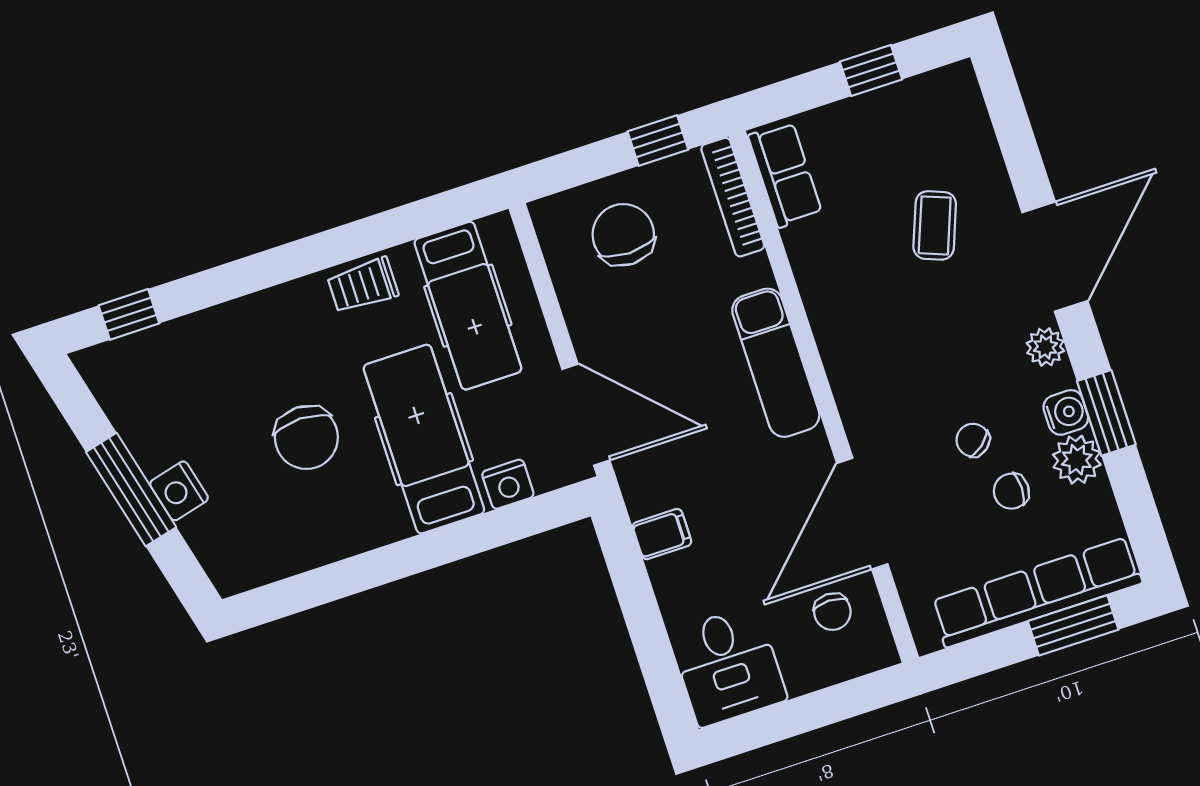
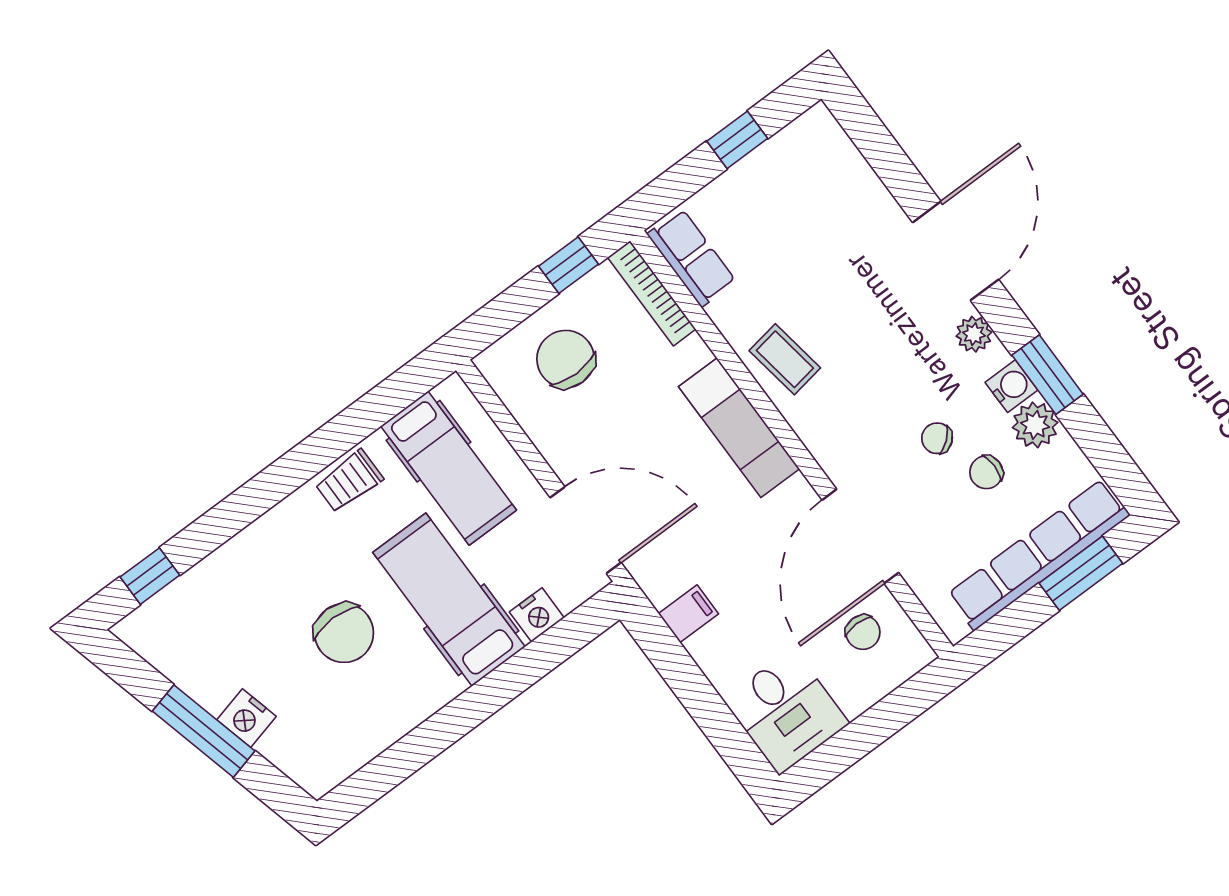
coffee table: (935, 225) -> (785, 359), moved, turned -30

